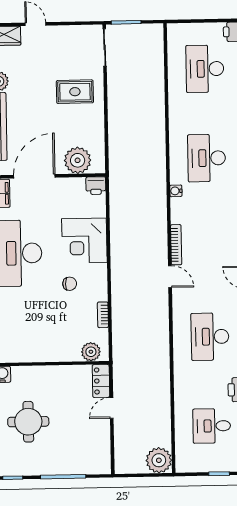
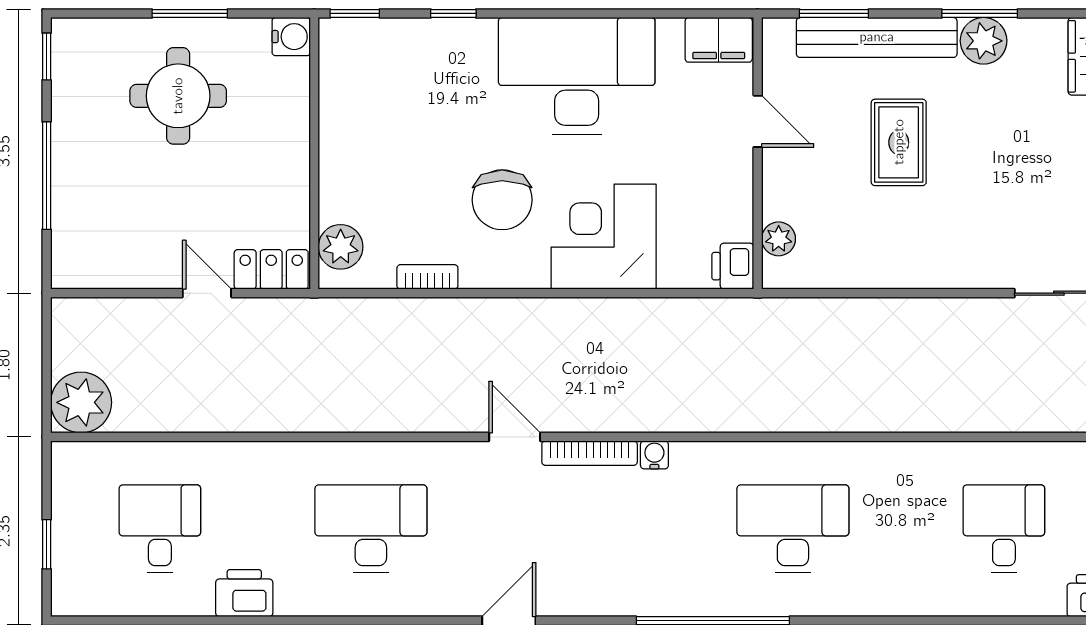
desk: (205, 69) -> (1004, 529), width x0.73
rug: (75, 92) -> (899, 142), moved
plant: (78, 160) -> (779, 239), width x0.53, depth x0.53
door: (34, 176) -> (758, 121), width x0.53
water cooler: (176, 191) -> (654, 455), moved
door: (170, 277) -> (515, 437), swing flipped
chair: (70, 284) -> (502, 200), width x1.87, depth x1.87

